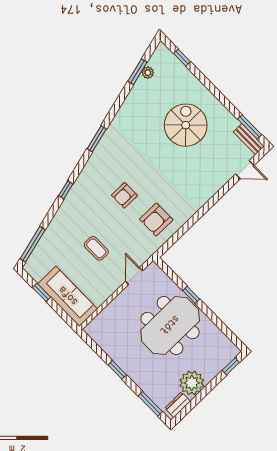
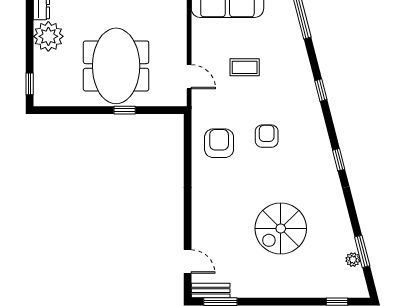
spiral stairs: (186, 125) -> (281, 228), moved, turned 90
window: (97, 139) -> (339, 160), width x0.67
door: (245, 170) -> (188, 262), swing flipped

